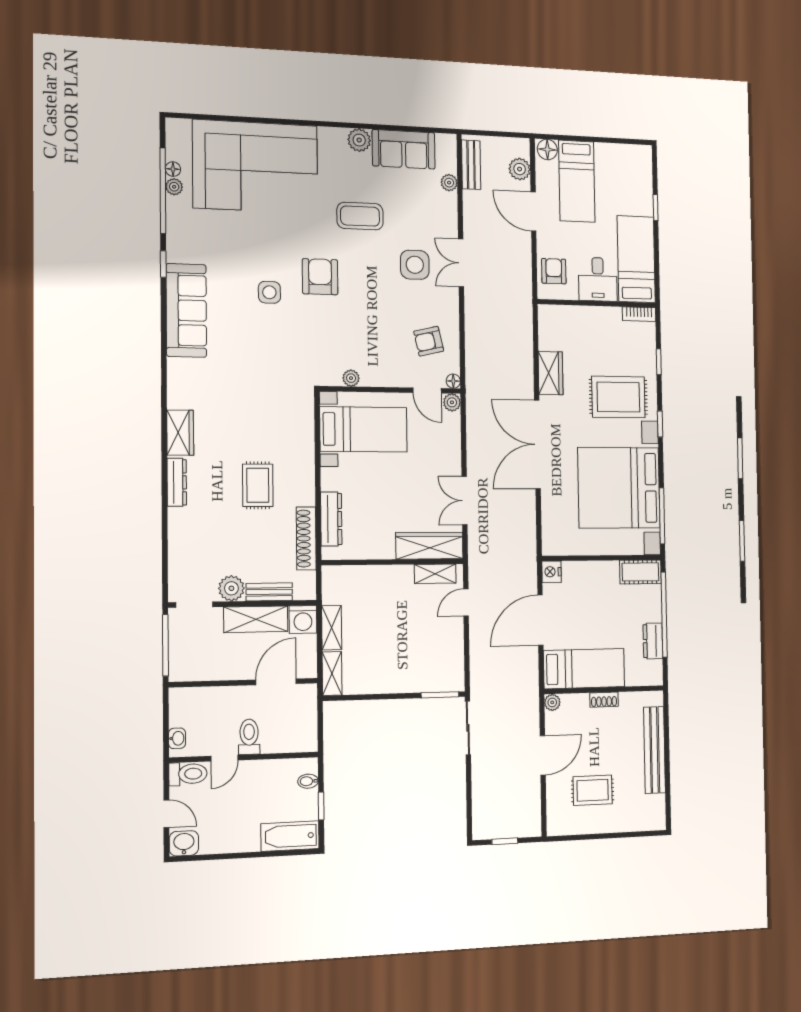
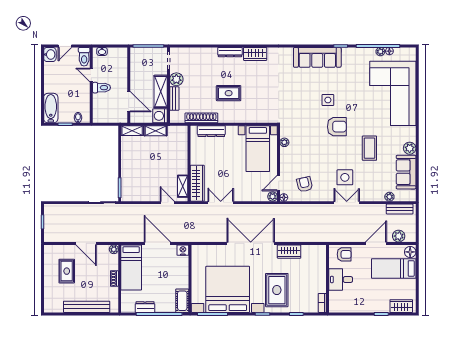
wardrobe: (641, 171) -> (401, 306), added
bed: (636, 259) -> (352, 302), removed

